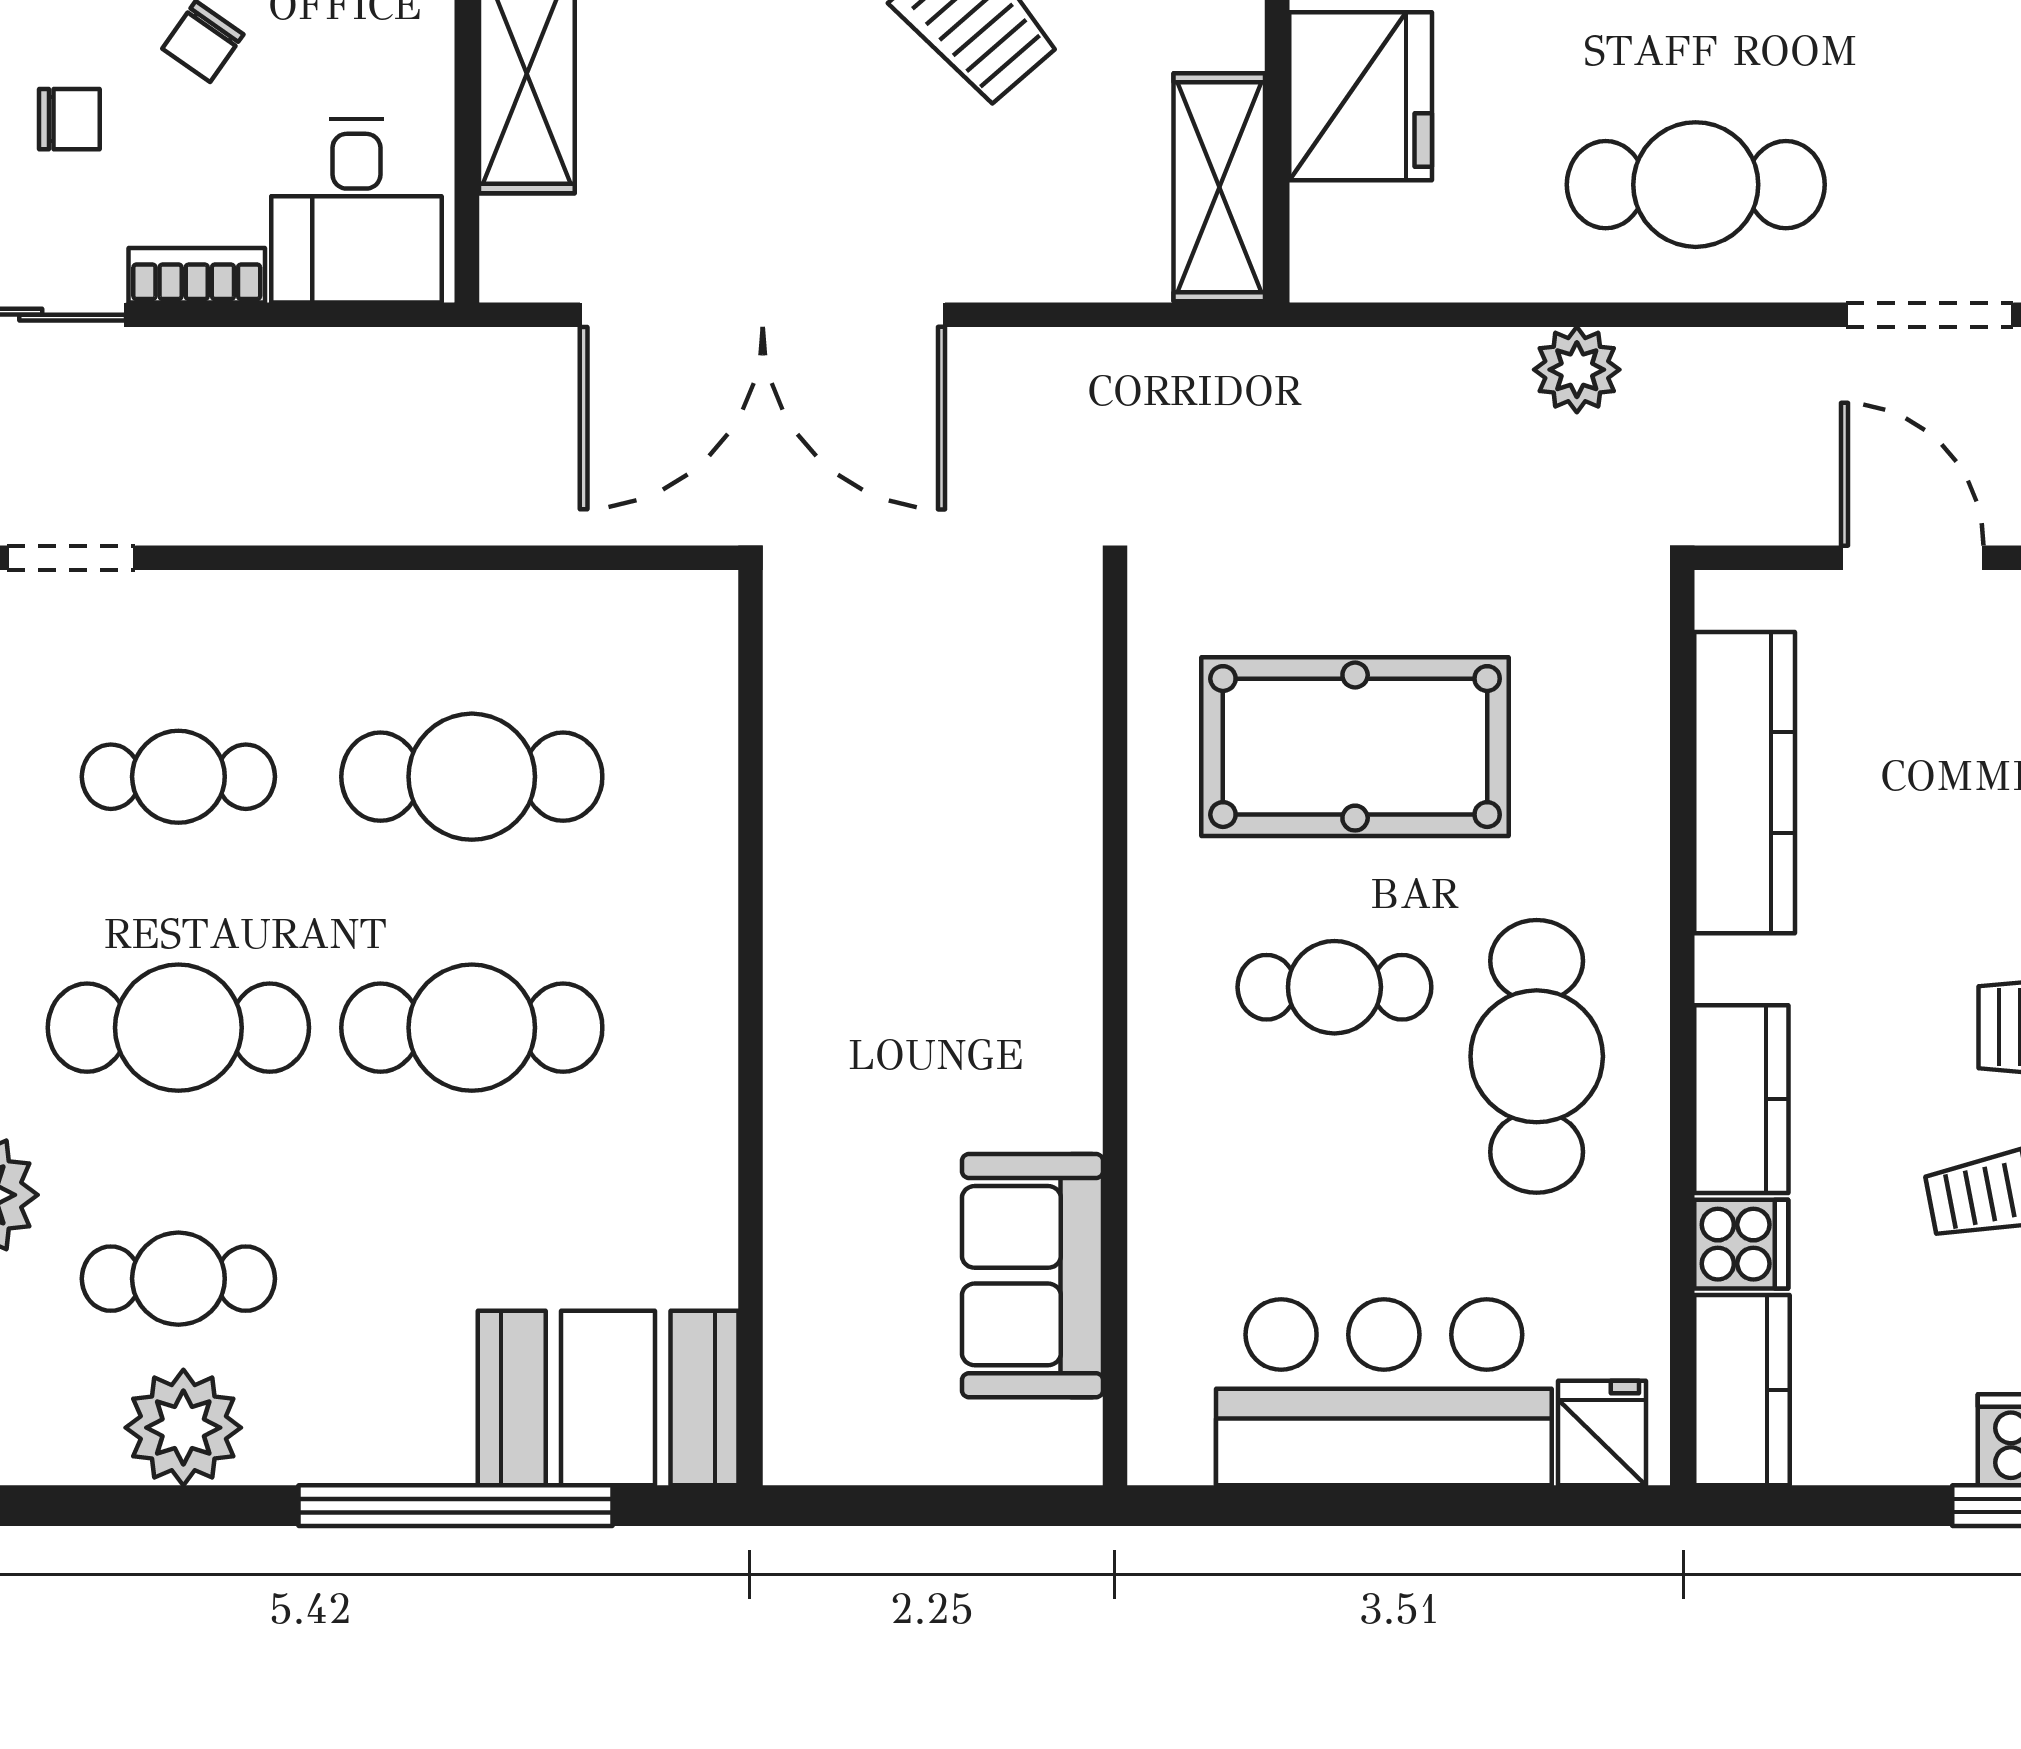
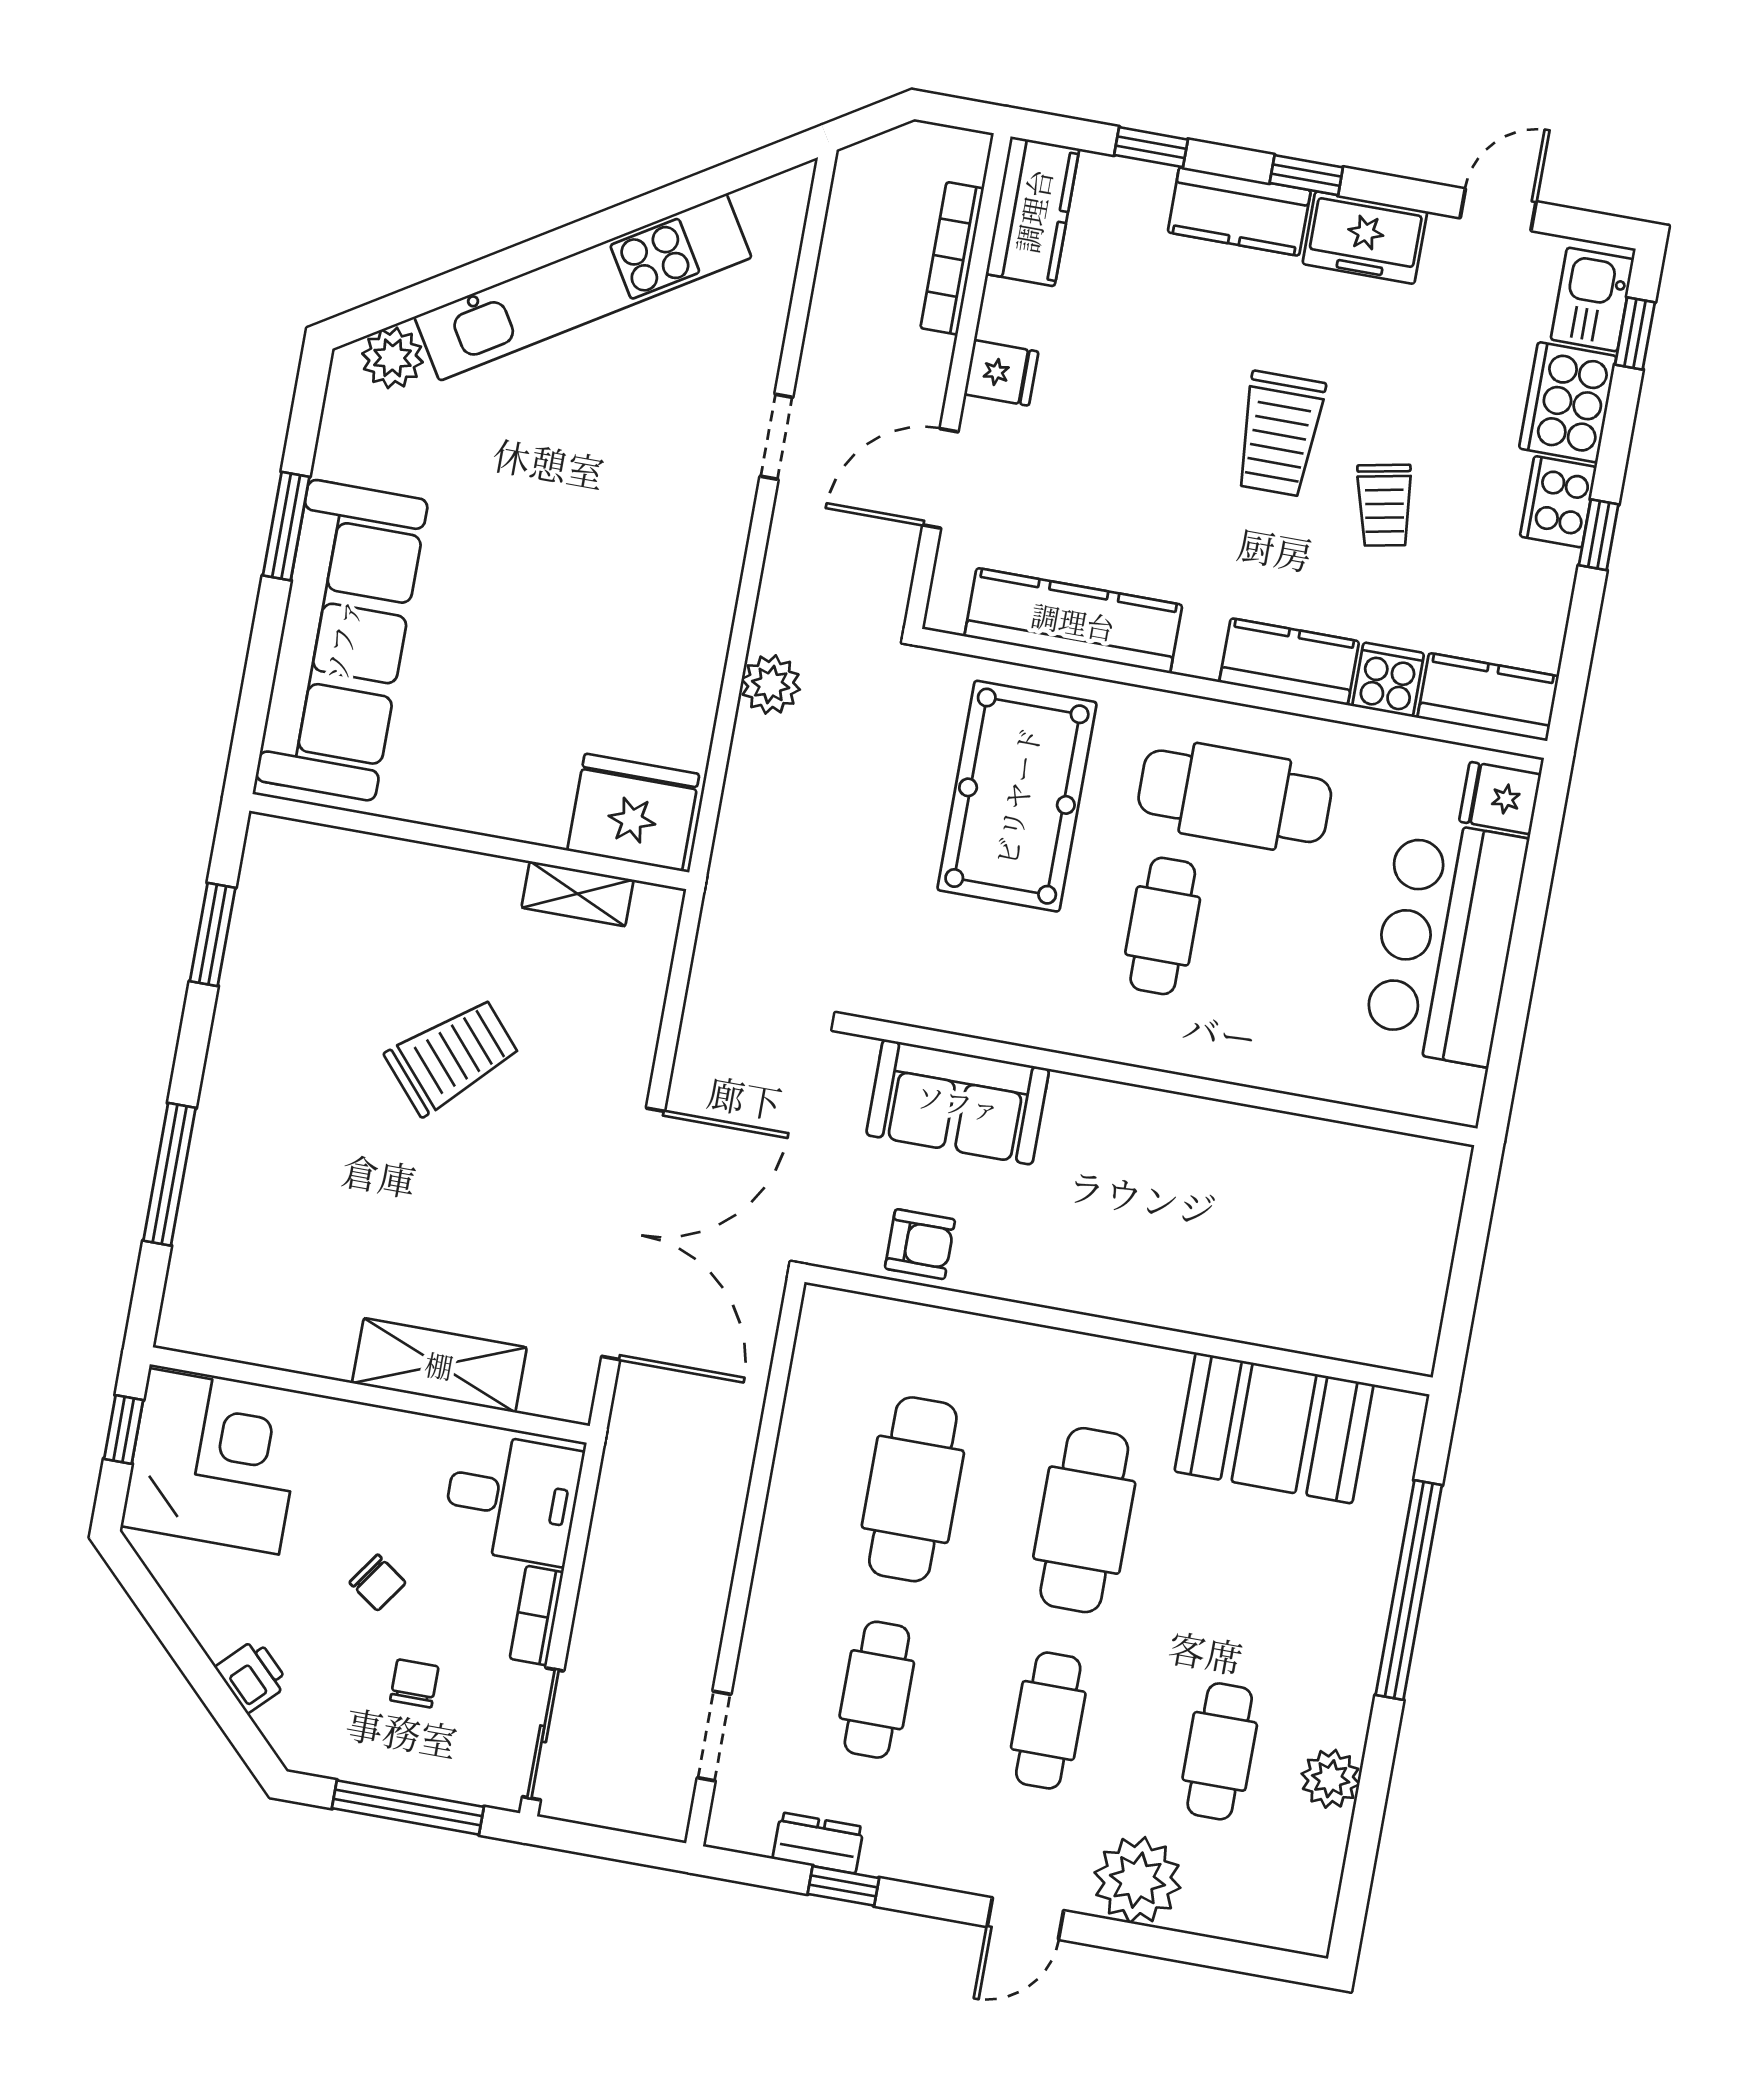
fridge: (1361, 96) -> (633, 812), moved
cafe table: (1696, 185) -> (659, 580), removed
shelving: (1219, 187) -> (578, 894), width x0.67, depth x0.75
doorway: (1930, 315) -> (776, 437), width x0.73
armchair: (821, 724) -> (920, 1244), added
pool table: (1355, 747) -> (1017, 796), moved
cafe table: (178, 1028) -> (1048, 1721), width x0.73, depth x0.74
sofa: (1032, 1276) -> (958, 1102), moved
booth: (608, 1398) -> (1274, 1428), moved, turned 90
plant: (183, 1428) -> (1331, 1779), width x0.73, depth x0.73

